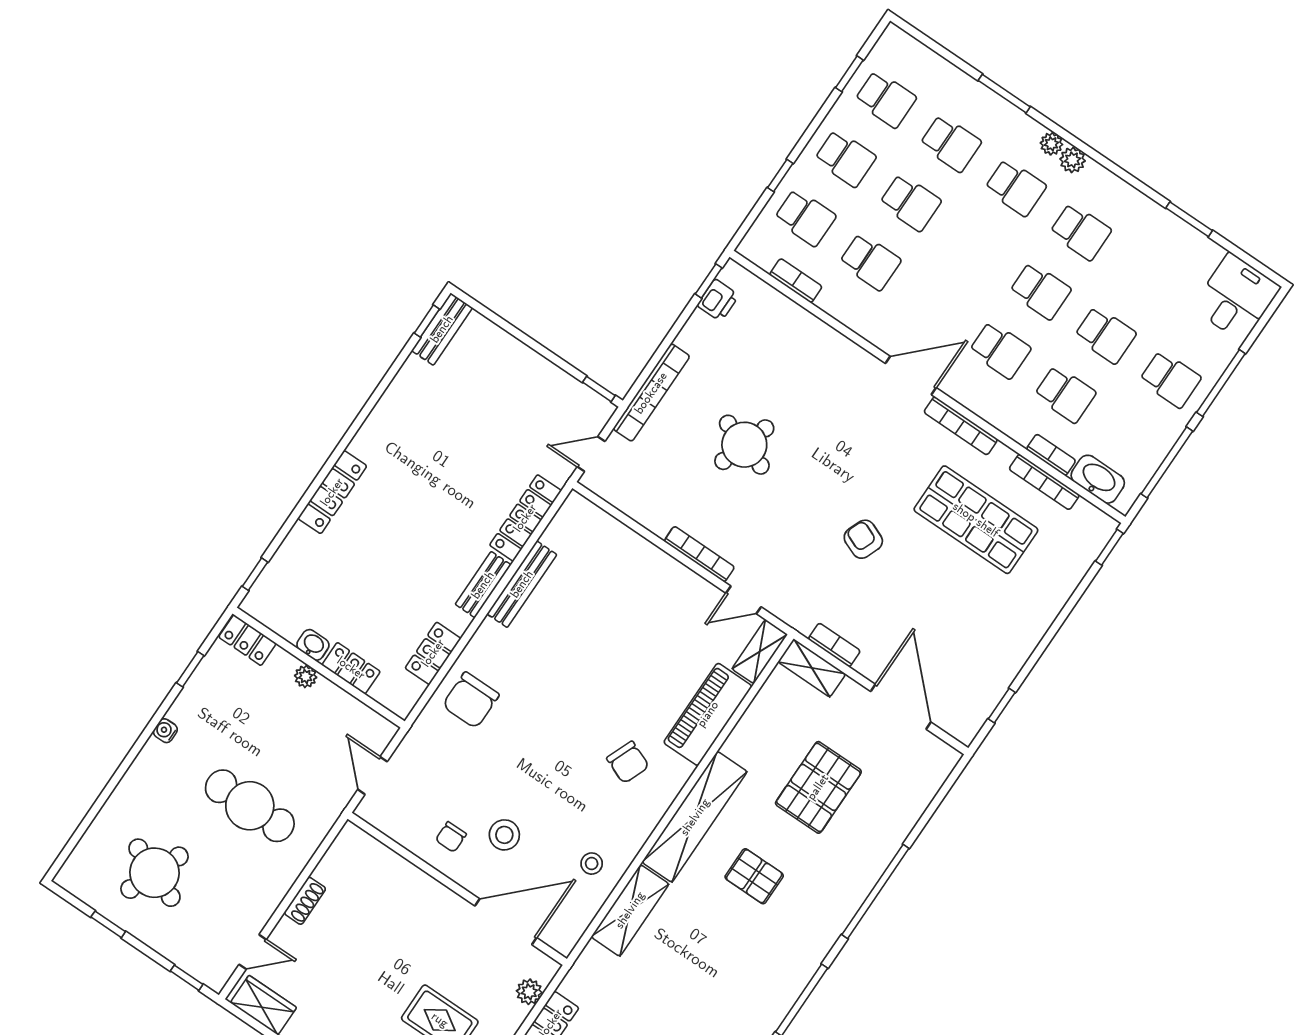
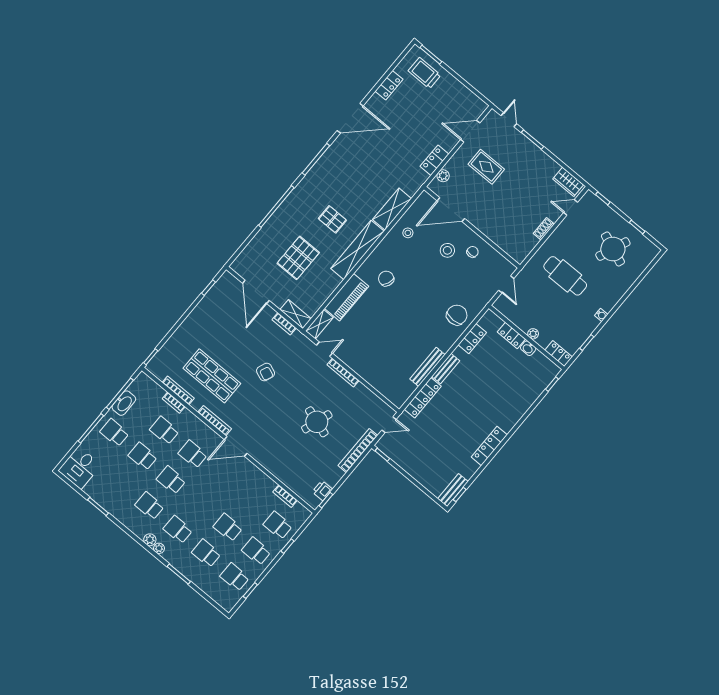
school desk: (870, 262) -> (249, 502), removed
washbasin: (1098, 479) -> (124, 403), moved, turned -90
locker: (332, 492) -> (489, 446), moved

